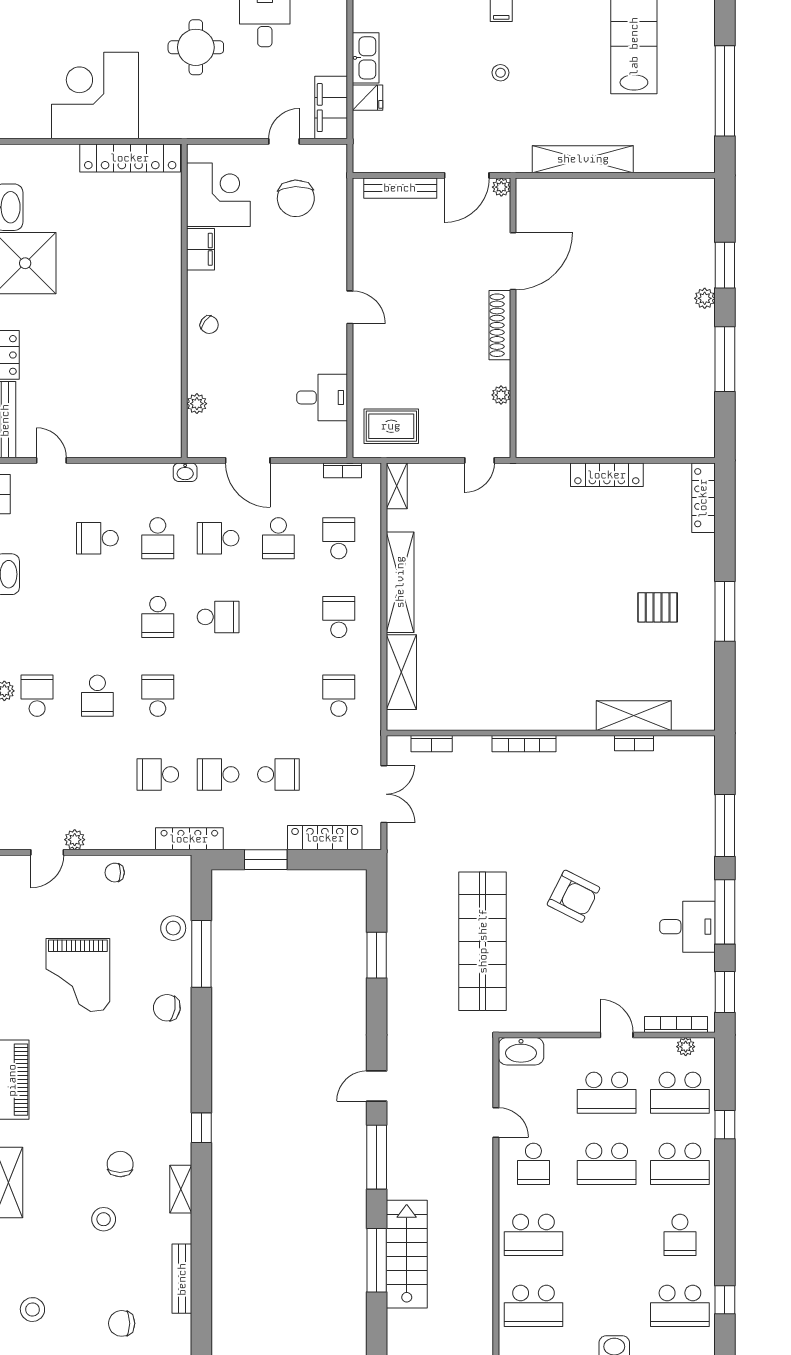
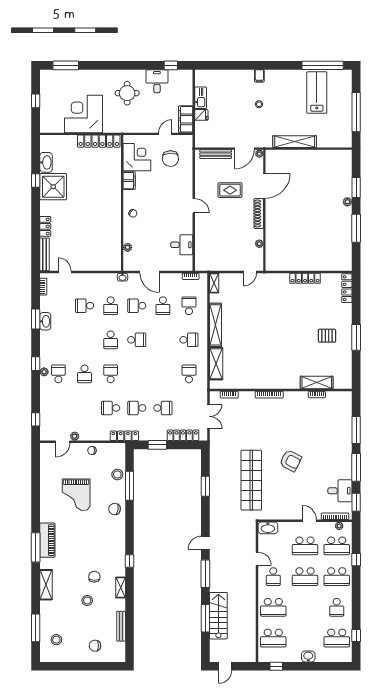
rug: (391, 426) -> (230, 190), moved
school desk: (339, 617) -> (189, 340), turned 90
desk: (687, 927) -> (340, 491), moved

